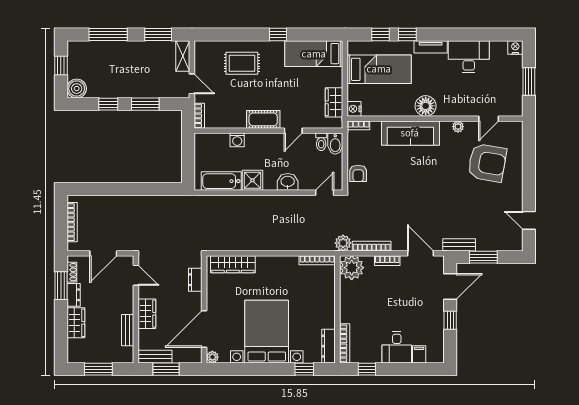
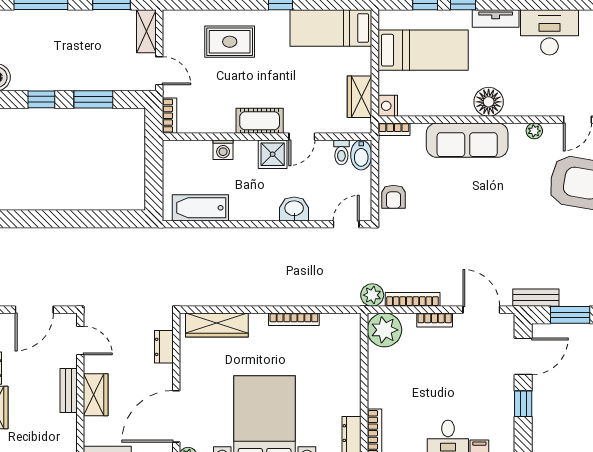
shower: (252, 180) -> (273, 154), moved
bookcase: (317, 260) -> (294, 319), moved
bench: (128, 330) -> (69, 391), moved

